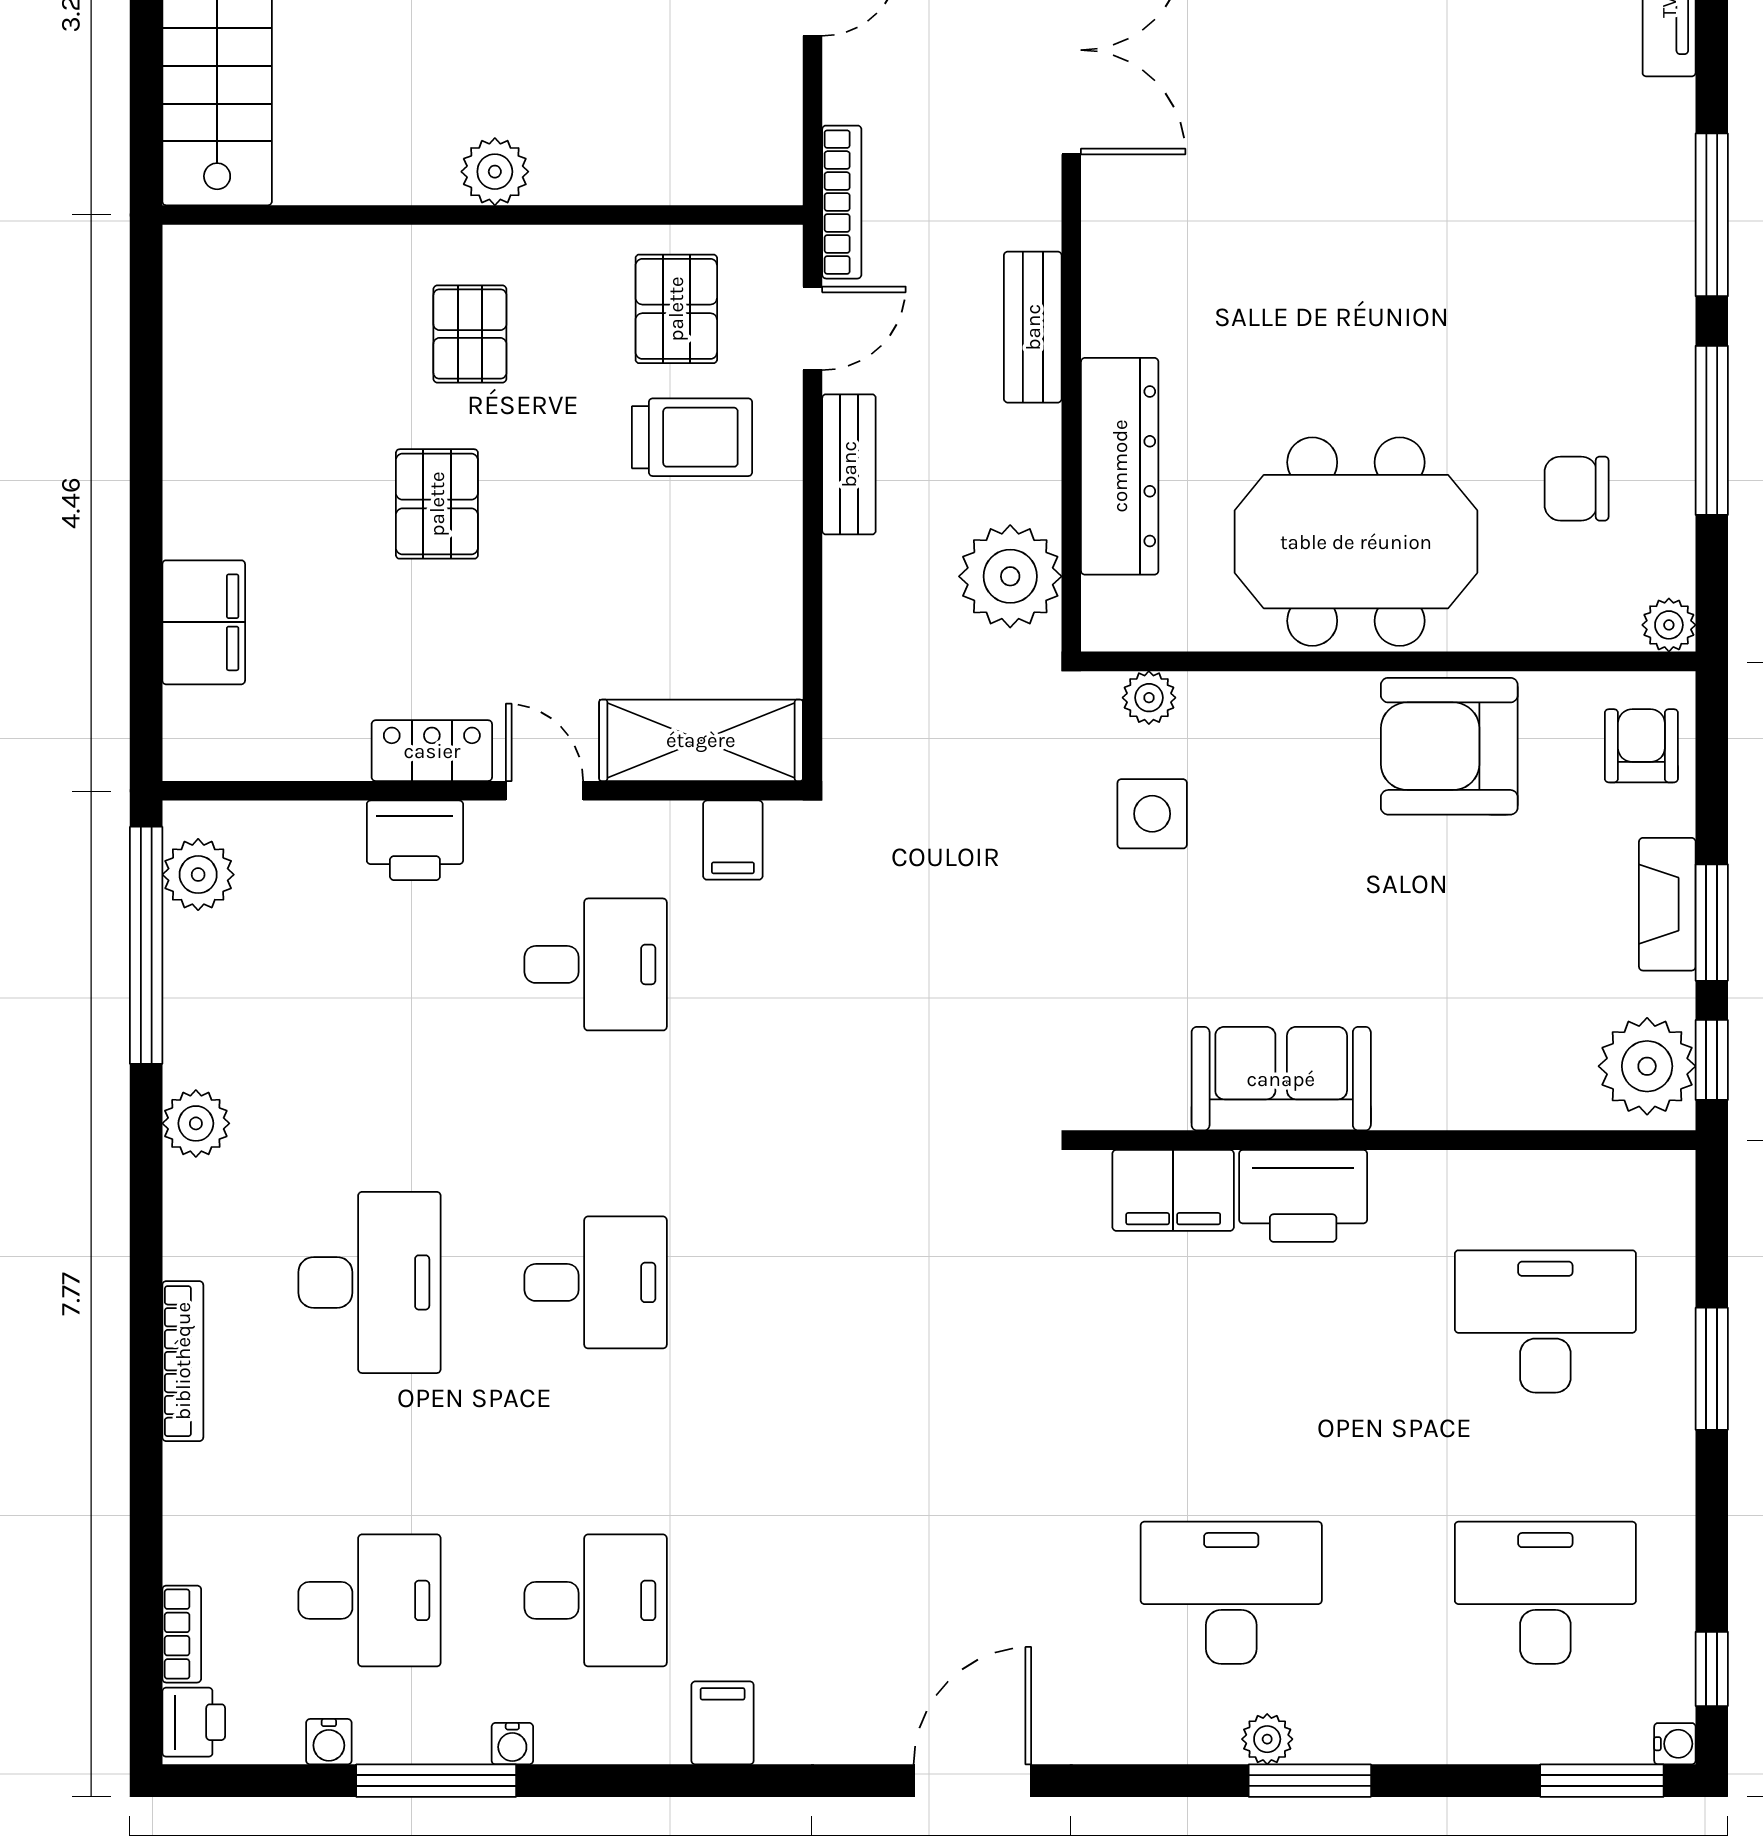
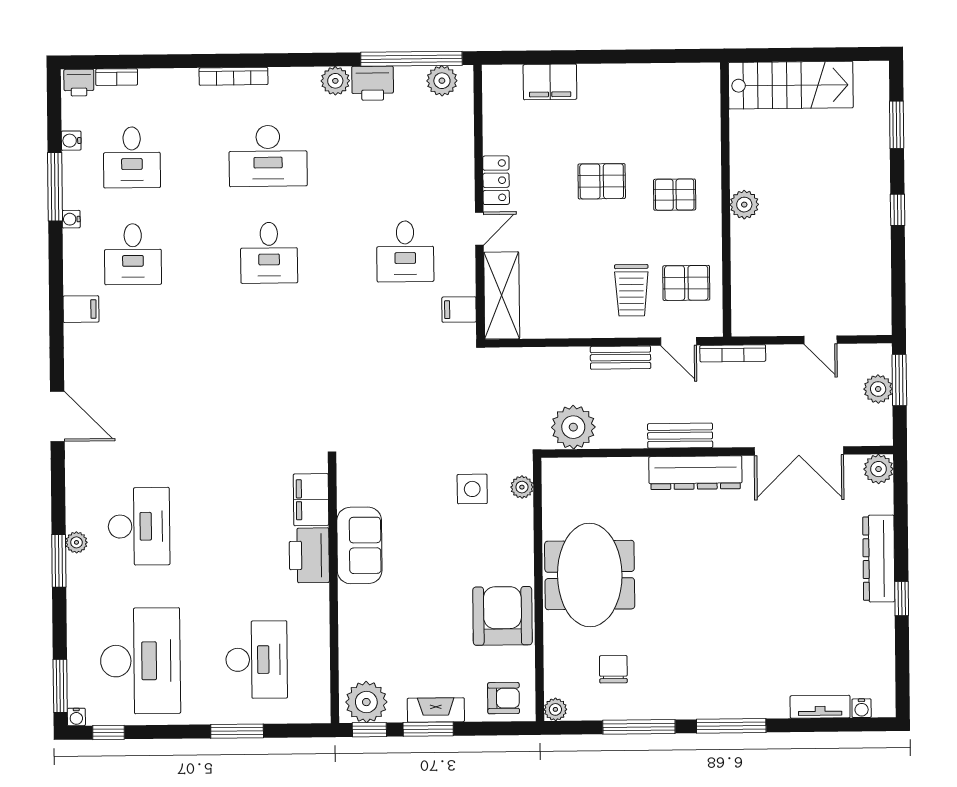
dresser: (1120, 466) -> (695, 473), moved
printer: (415, 840) -> (373, 83), moved, turned -90
desk: (1545, 1593) -> (140, 661), width x1.36, depth x1.30

